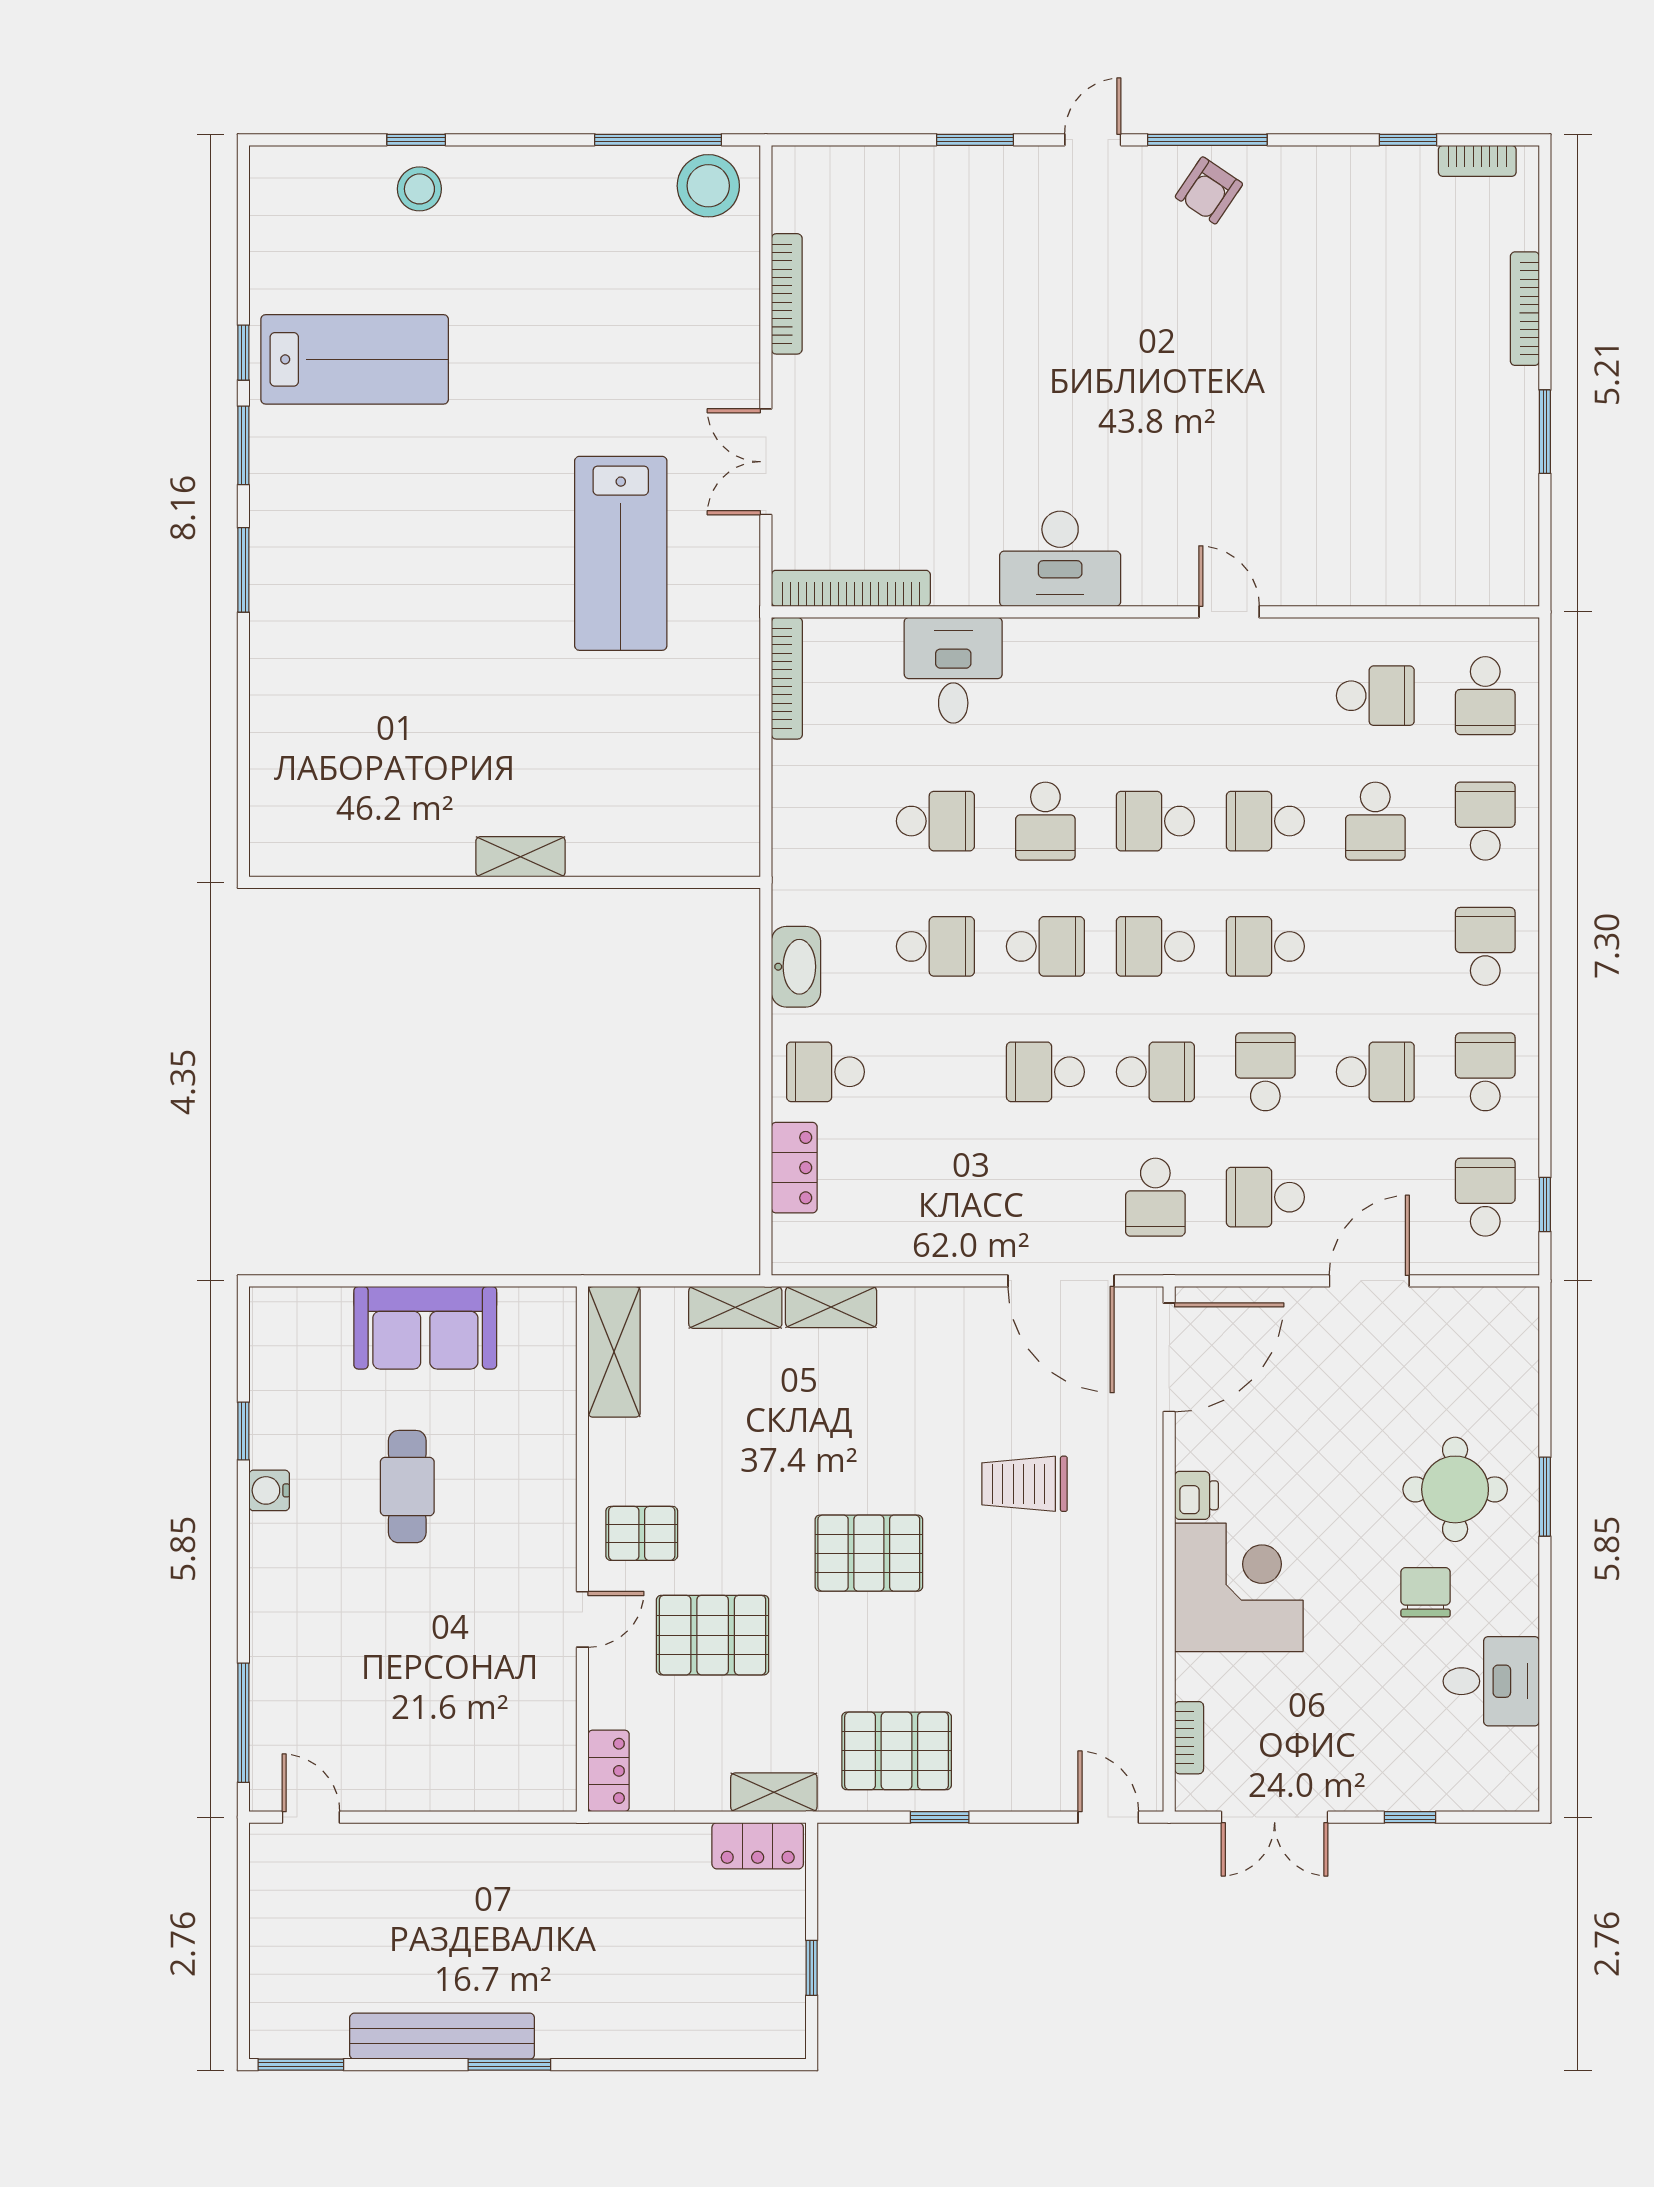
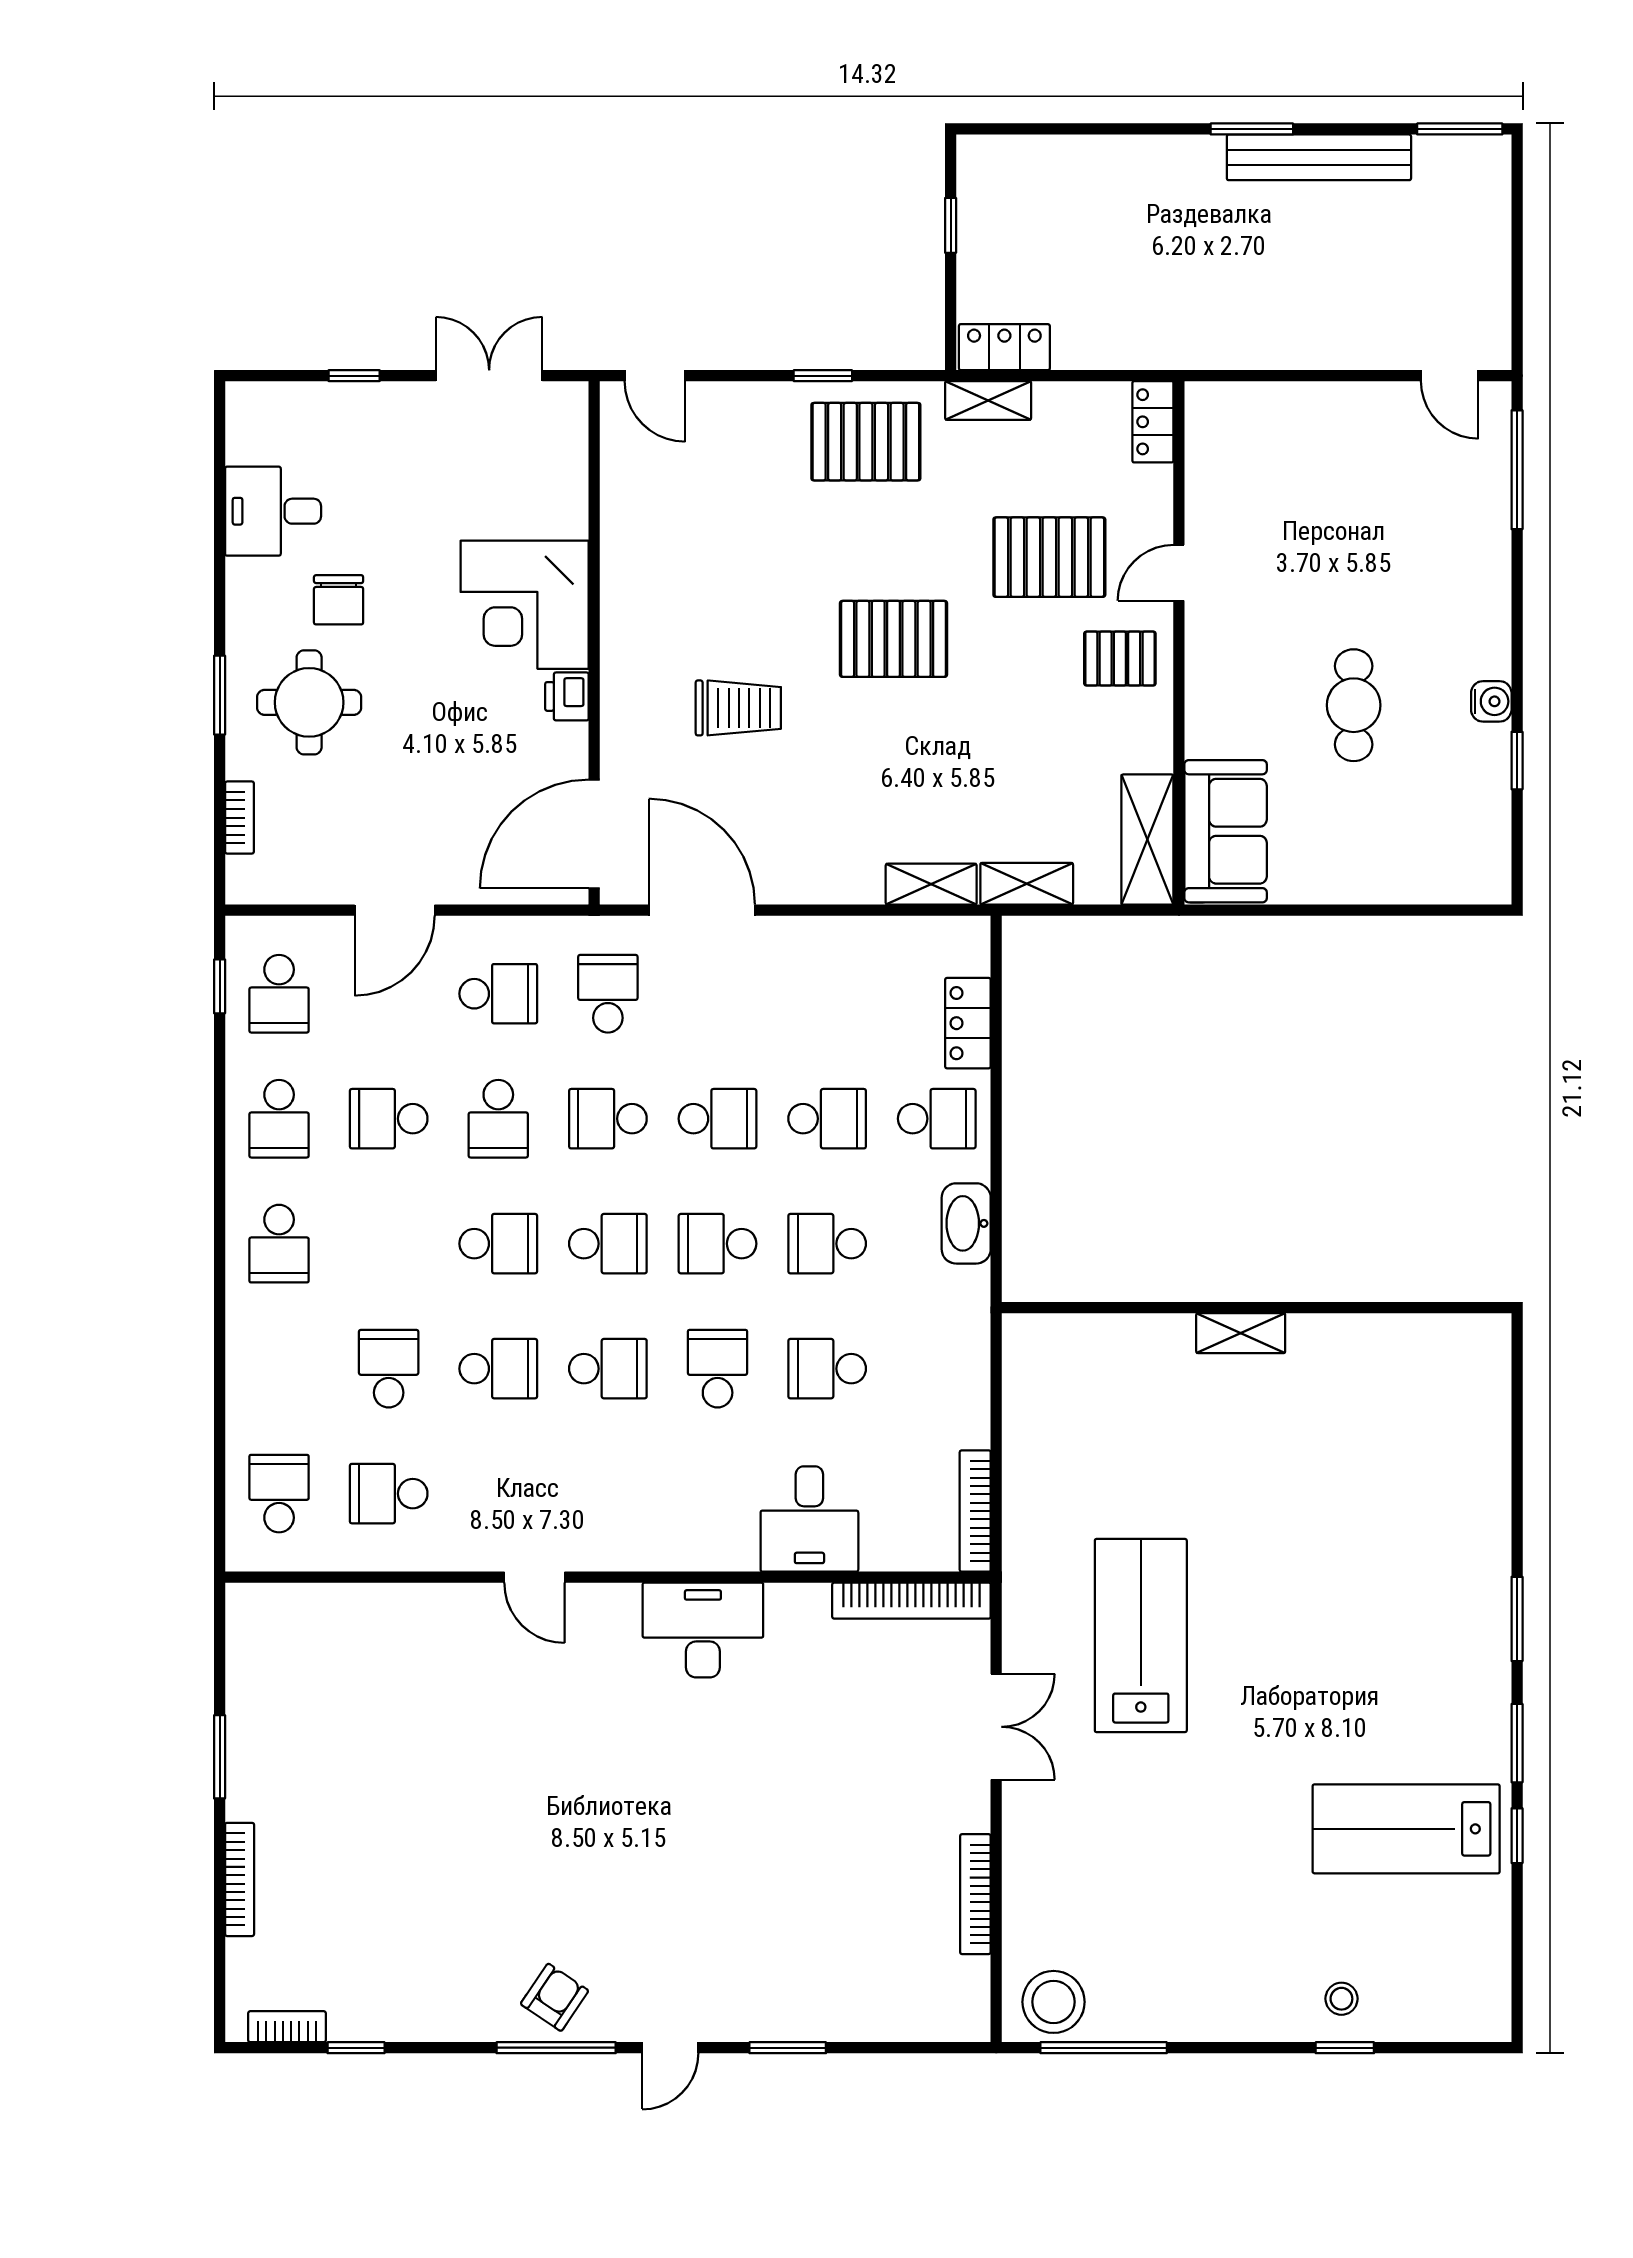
stool: (419, 189) -> (1341, 1999), width x0.73, depth x0.73
school desk: (1485, 821) -> (827, 1119), moved, turned -90
sofa: (425, 1328) -> (1226, 831), moved, turned 90
bookcase: (1189, 1738) -> (239, 818), moved, turned 180

